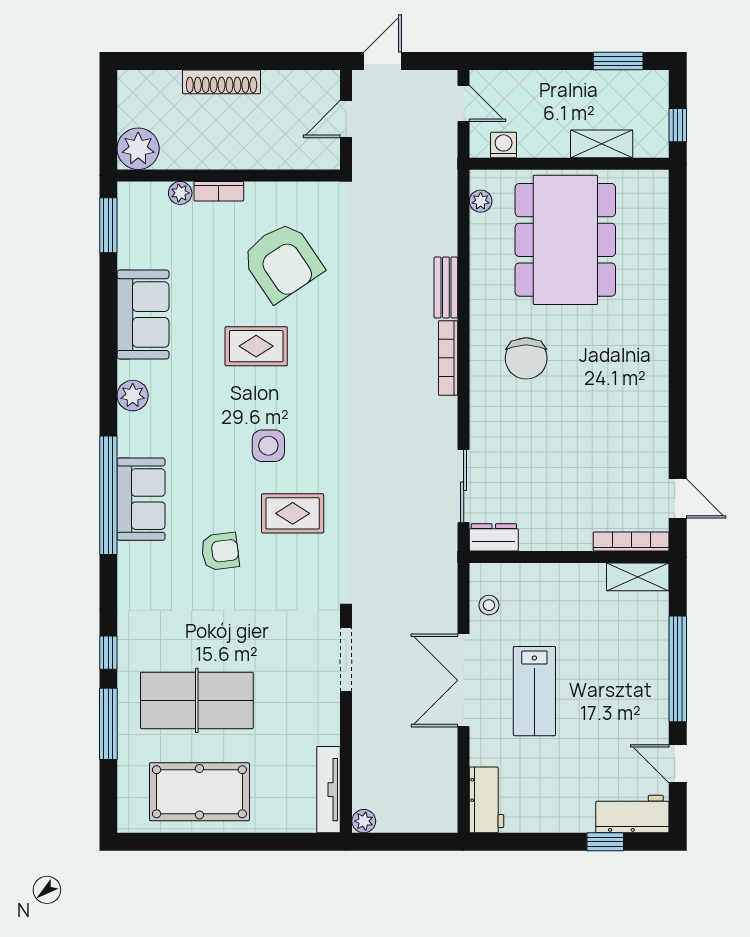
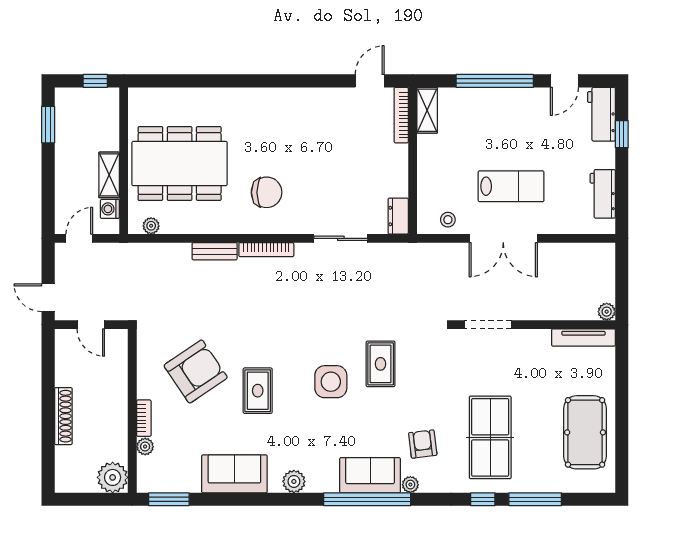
shelving: (602, 144) -> (109, 175), moved
side table: (268, 446) -> (331, 382), width x1.37, depth x1.37
sliding door: (464, 486) -> (341, 238), moved
armchair: (220, 551) -> (423, 444), moved
plant: (128, 554) -> (410, 485), added
table tennis table: (197, 700) -> (490, 437), moved
workbench: (486, 800) -> (603, 194), moved, turned -90

